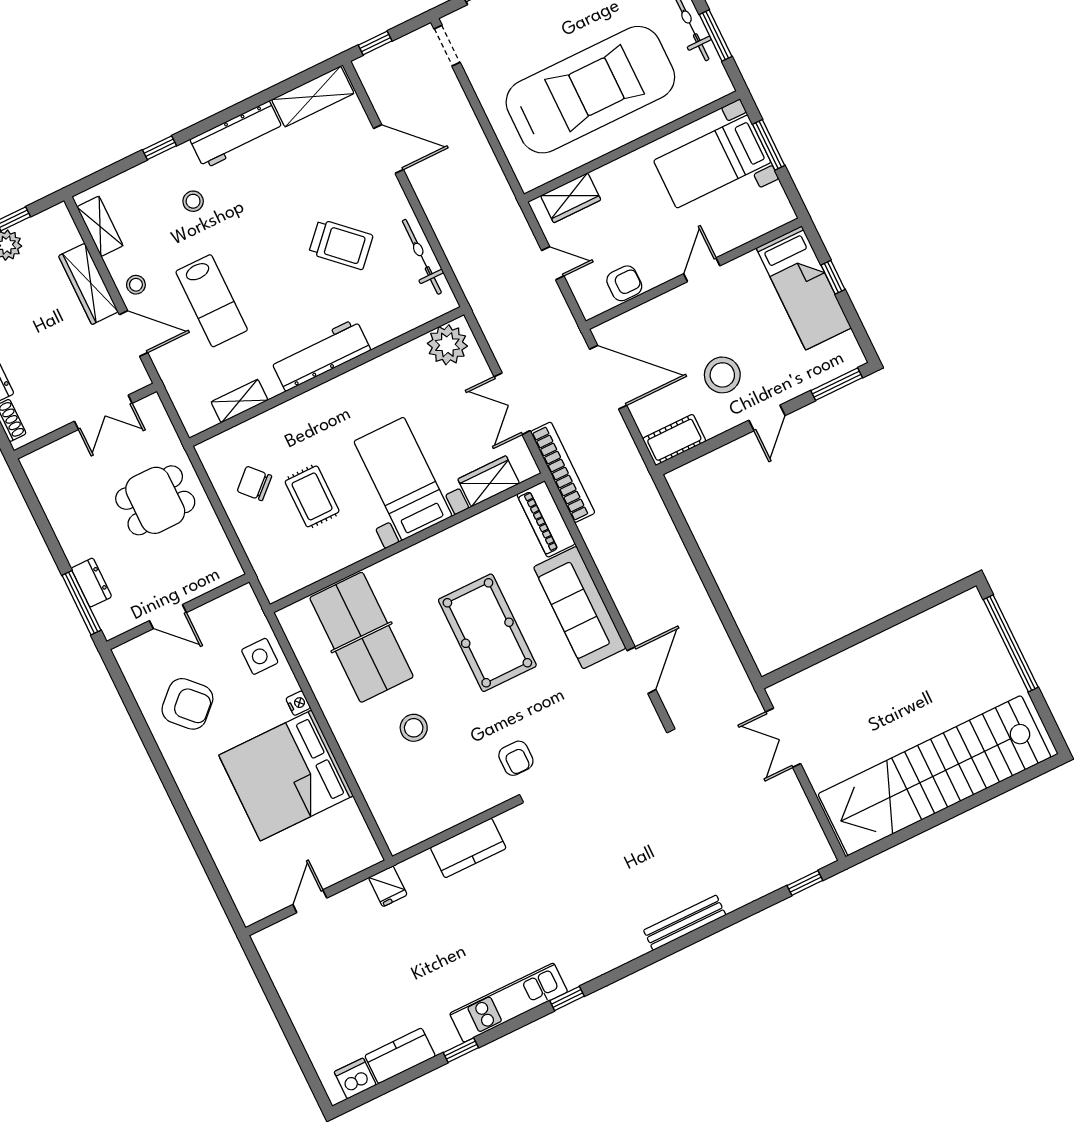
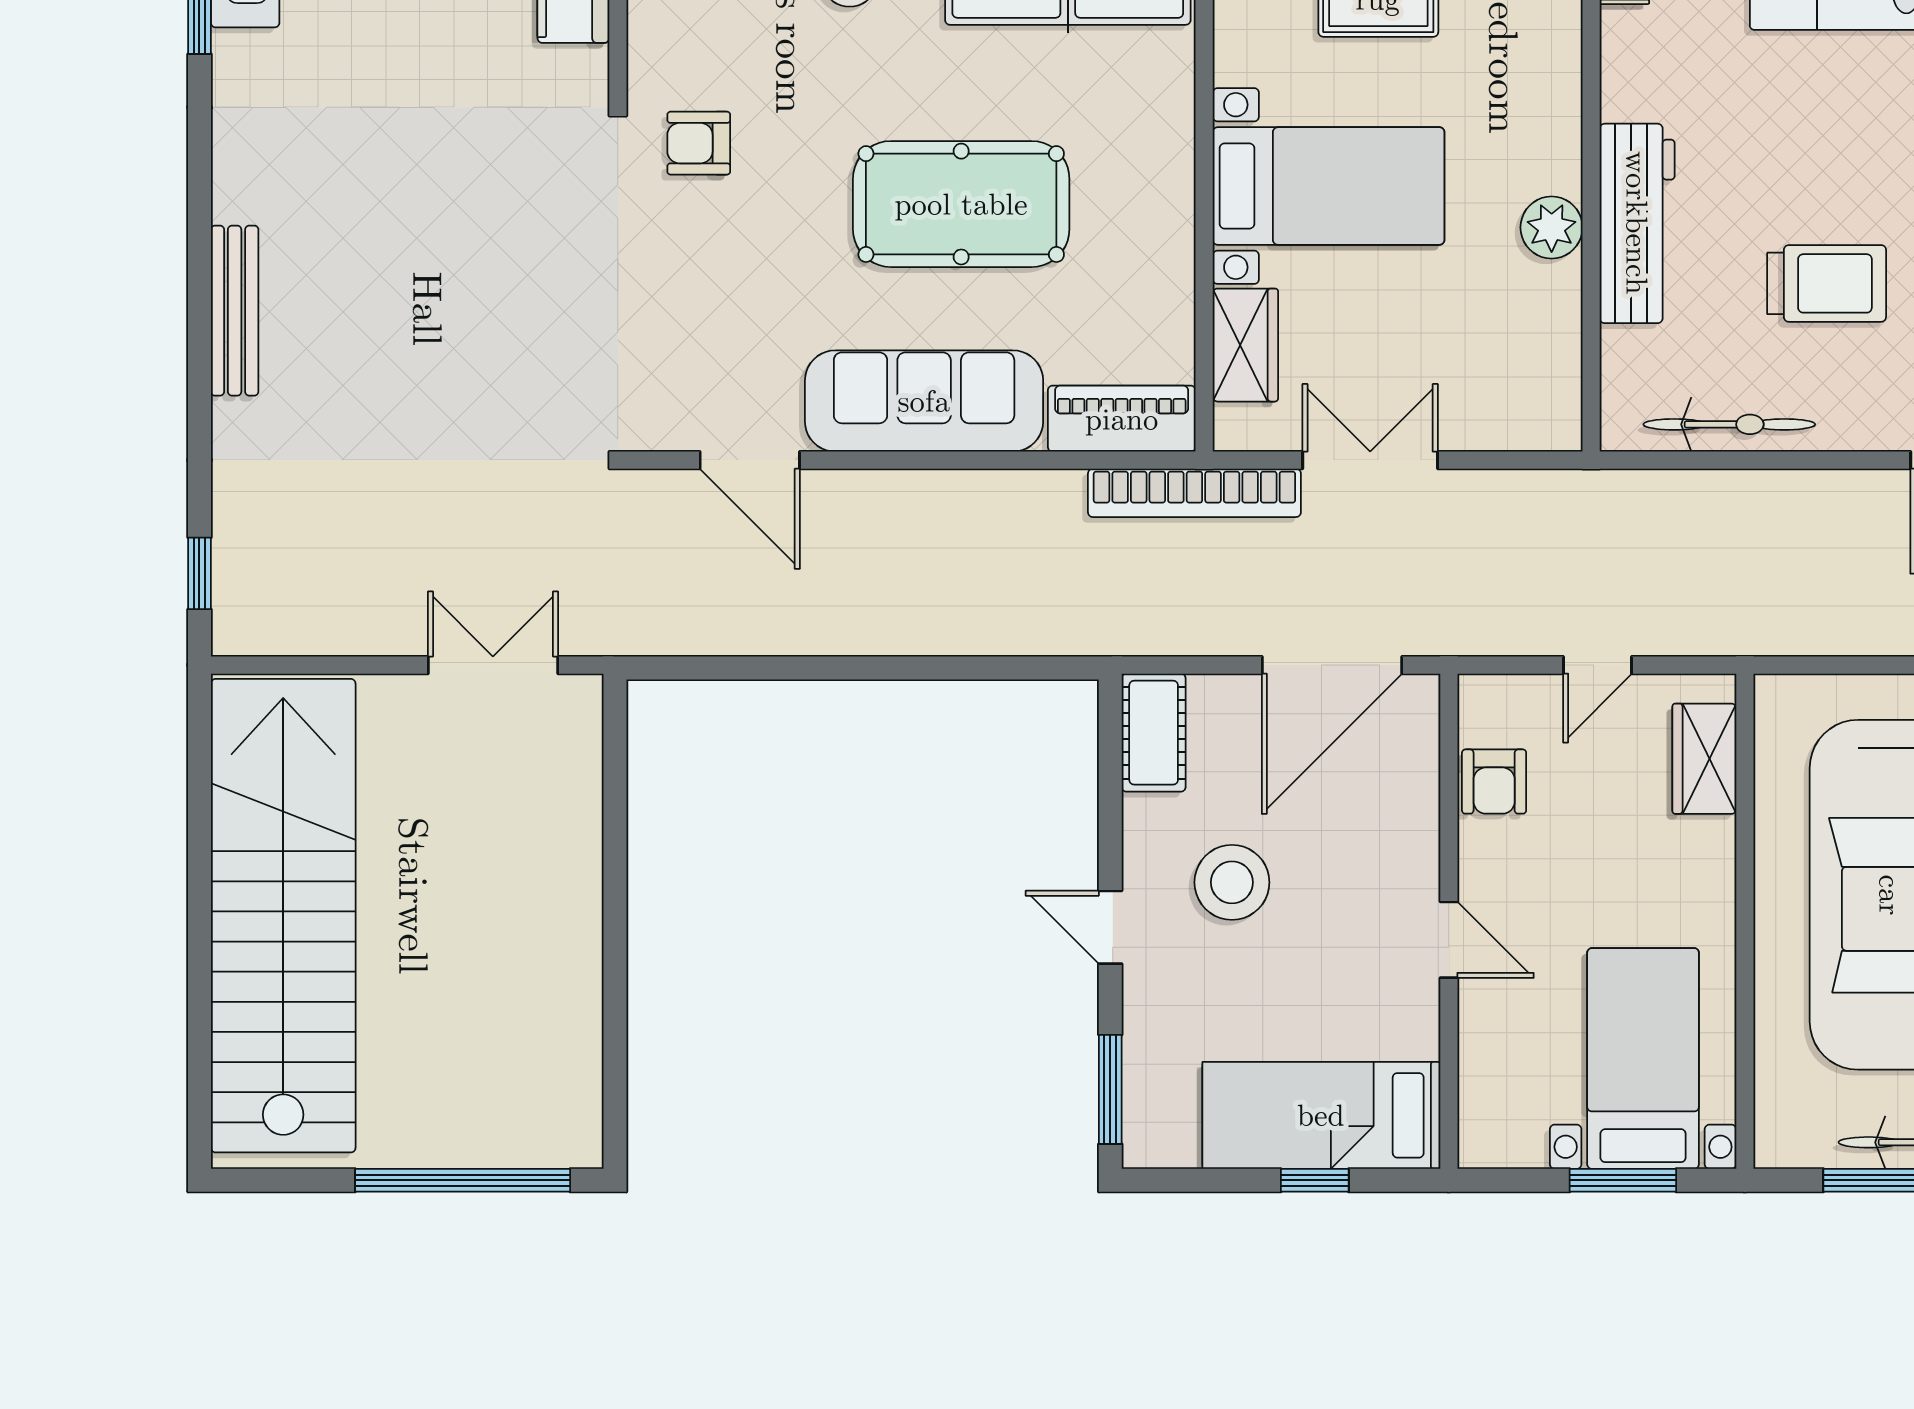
trolley: (341, 244) -> (1827, 283), turned -133
plant: (447, 345) -> (1552, 227), moved, width x0.73, depth x0.73
workbench: (321, 355) -> (1637, 223), moved

